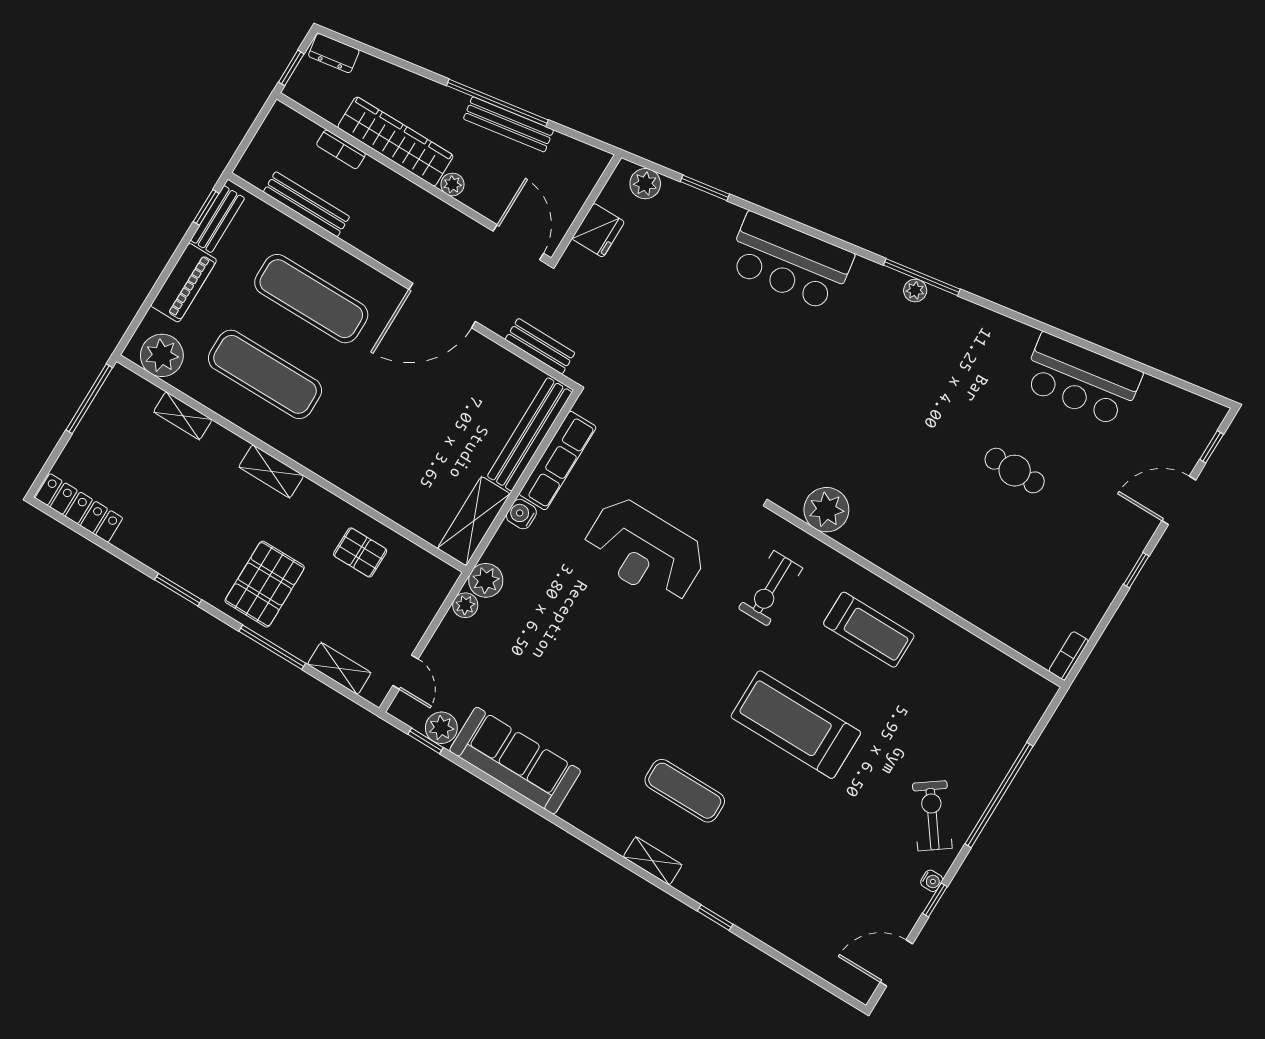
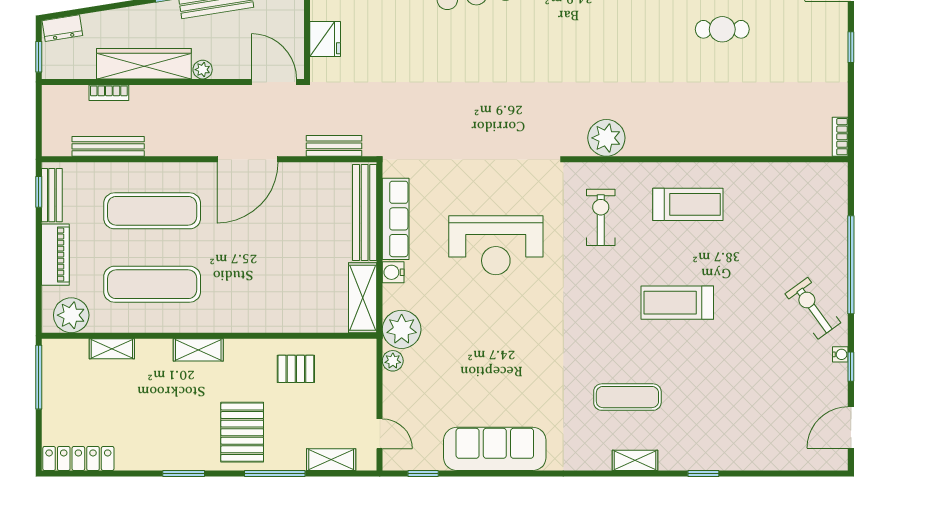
plant: (486, 580) -> (402, 329), width x1.36, depth x1.36
exercise bike: (771, 588) -> (601, 217), turned 180
treadmill: (796, 725) -> (677, 303), width x0.73, depth x0.73
plant: (441, 728) -> (429, 458), removed

